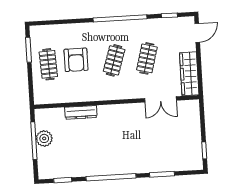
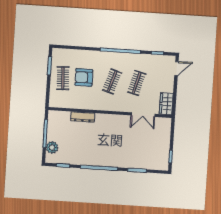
armchair: (76, 60) -> (84, 77), turned 90
wardrobe: (189, 74) -> (166, 104), width x0.67
plant: (44, 138) -> (52, 147), moved

